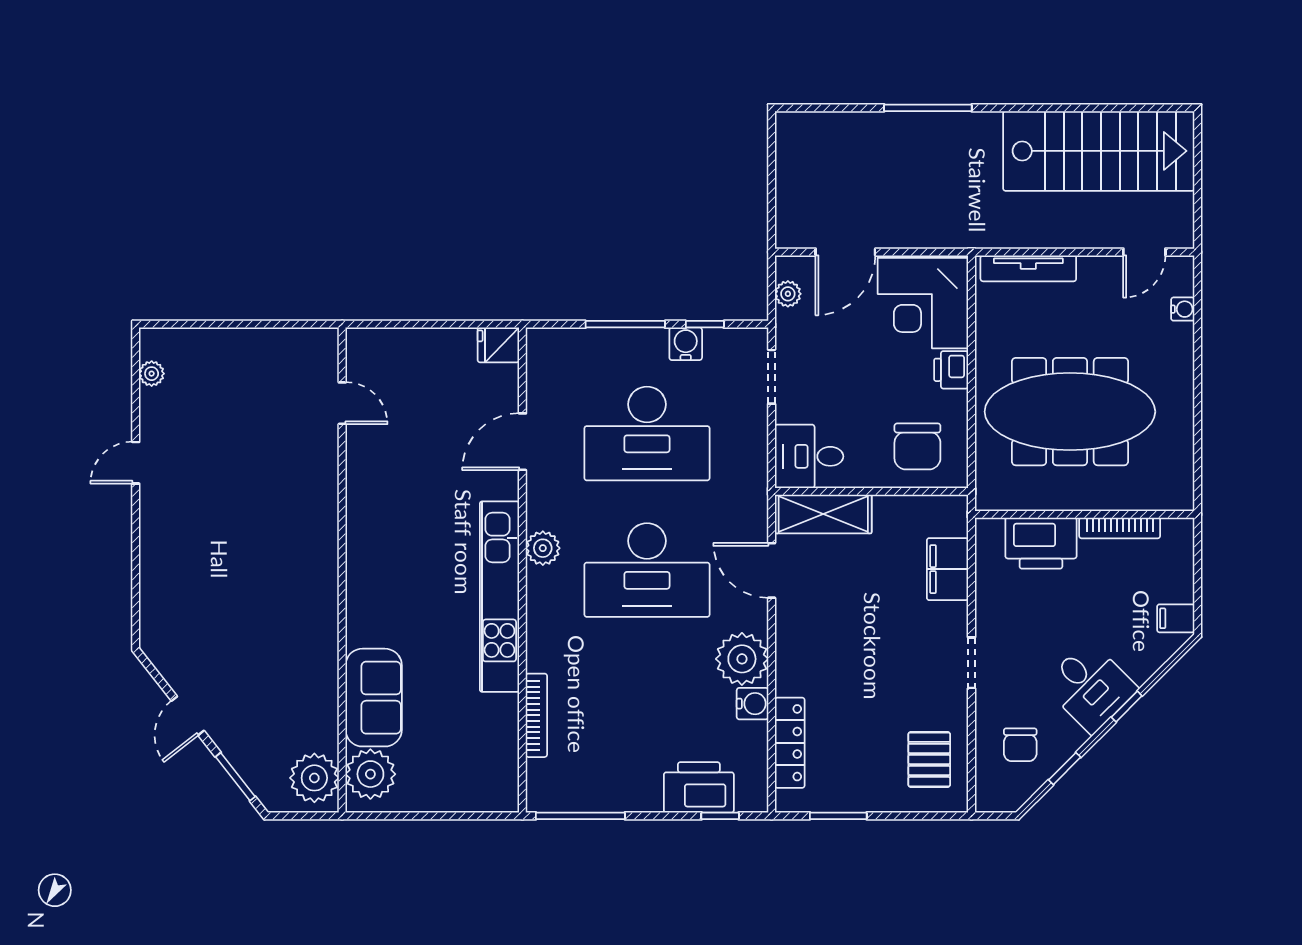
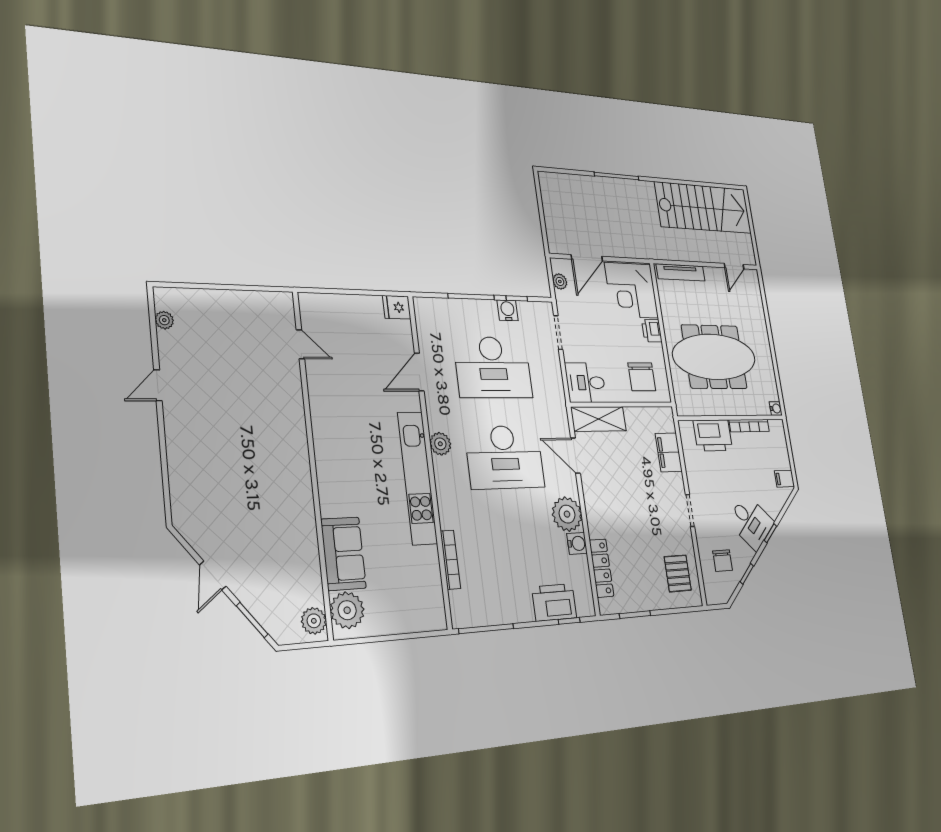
water cooler: (1183, 309) -> (776, 409), moved
plant: (314, 778) -> (314, 621), width x0.73, depth x0.73

